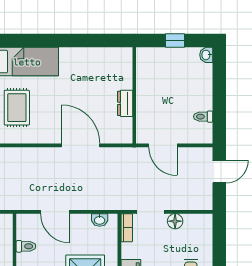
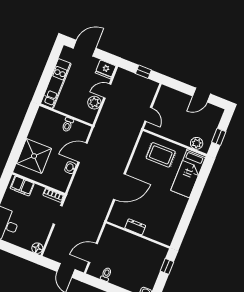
window: (175, 41) -> (167, 266), moved
door: (163, 145) -> (93, 253), moved
washbasin: (100, 220) -> (70, 168), moved
floor lamp: (175, 221) -> (37, 248), moved

